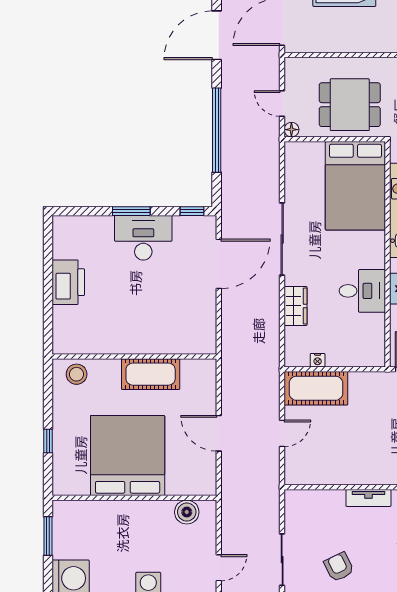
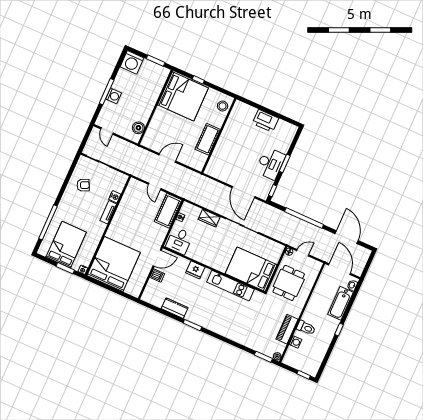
desk: (362, 291) -> (179, 241), moved
bed: (128, 456) -> (183, 96), moved
nightstand: (334, 499) -> (115, 197), added

